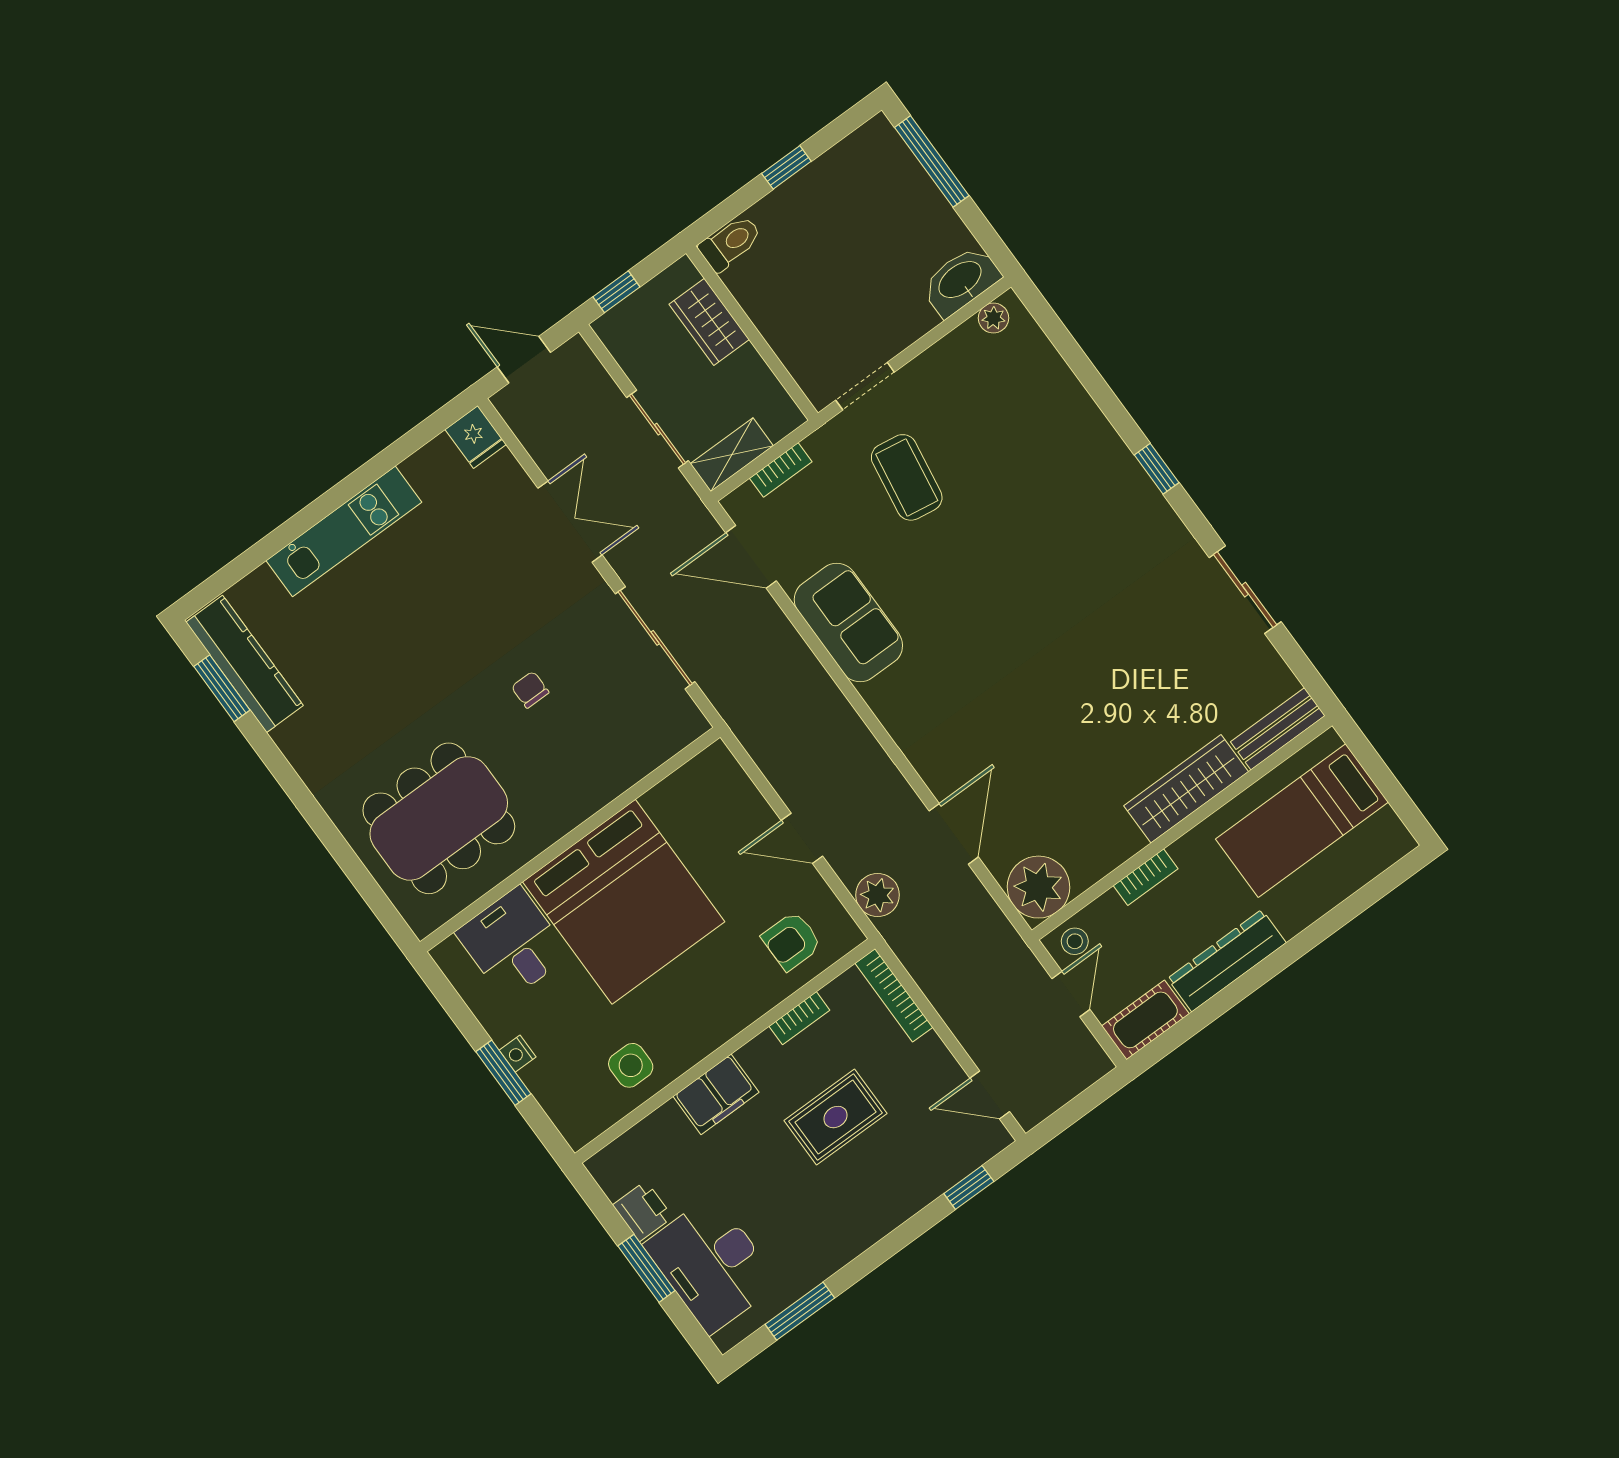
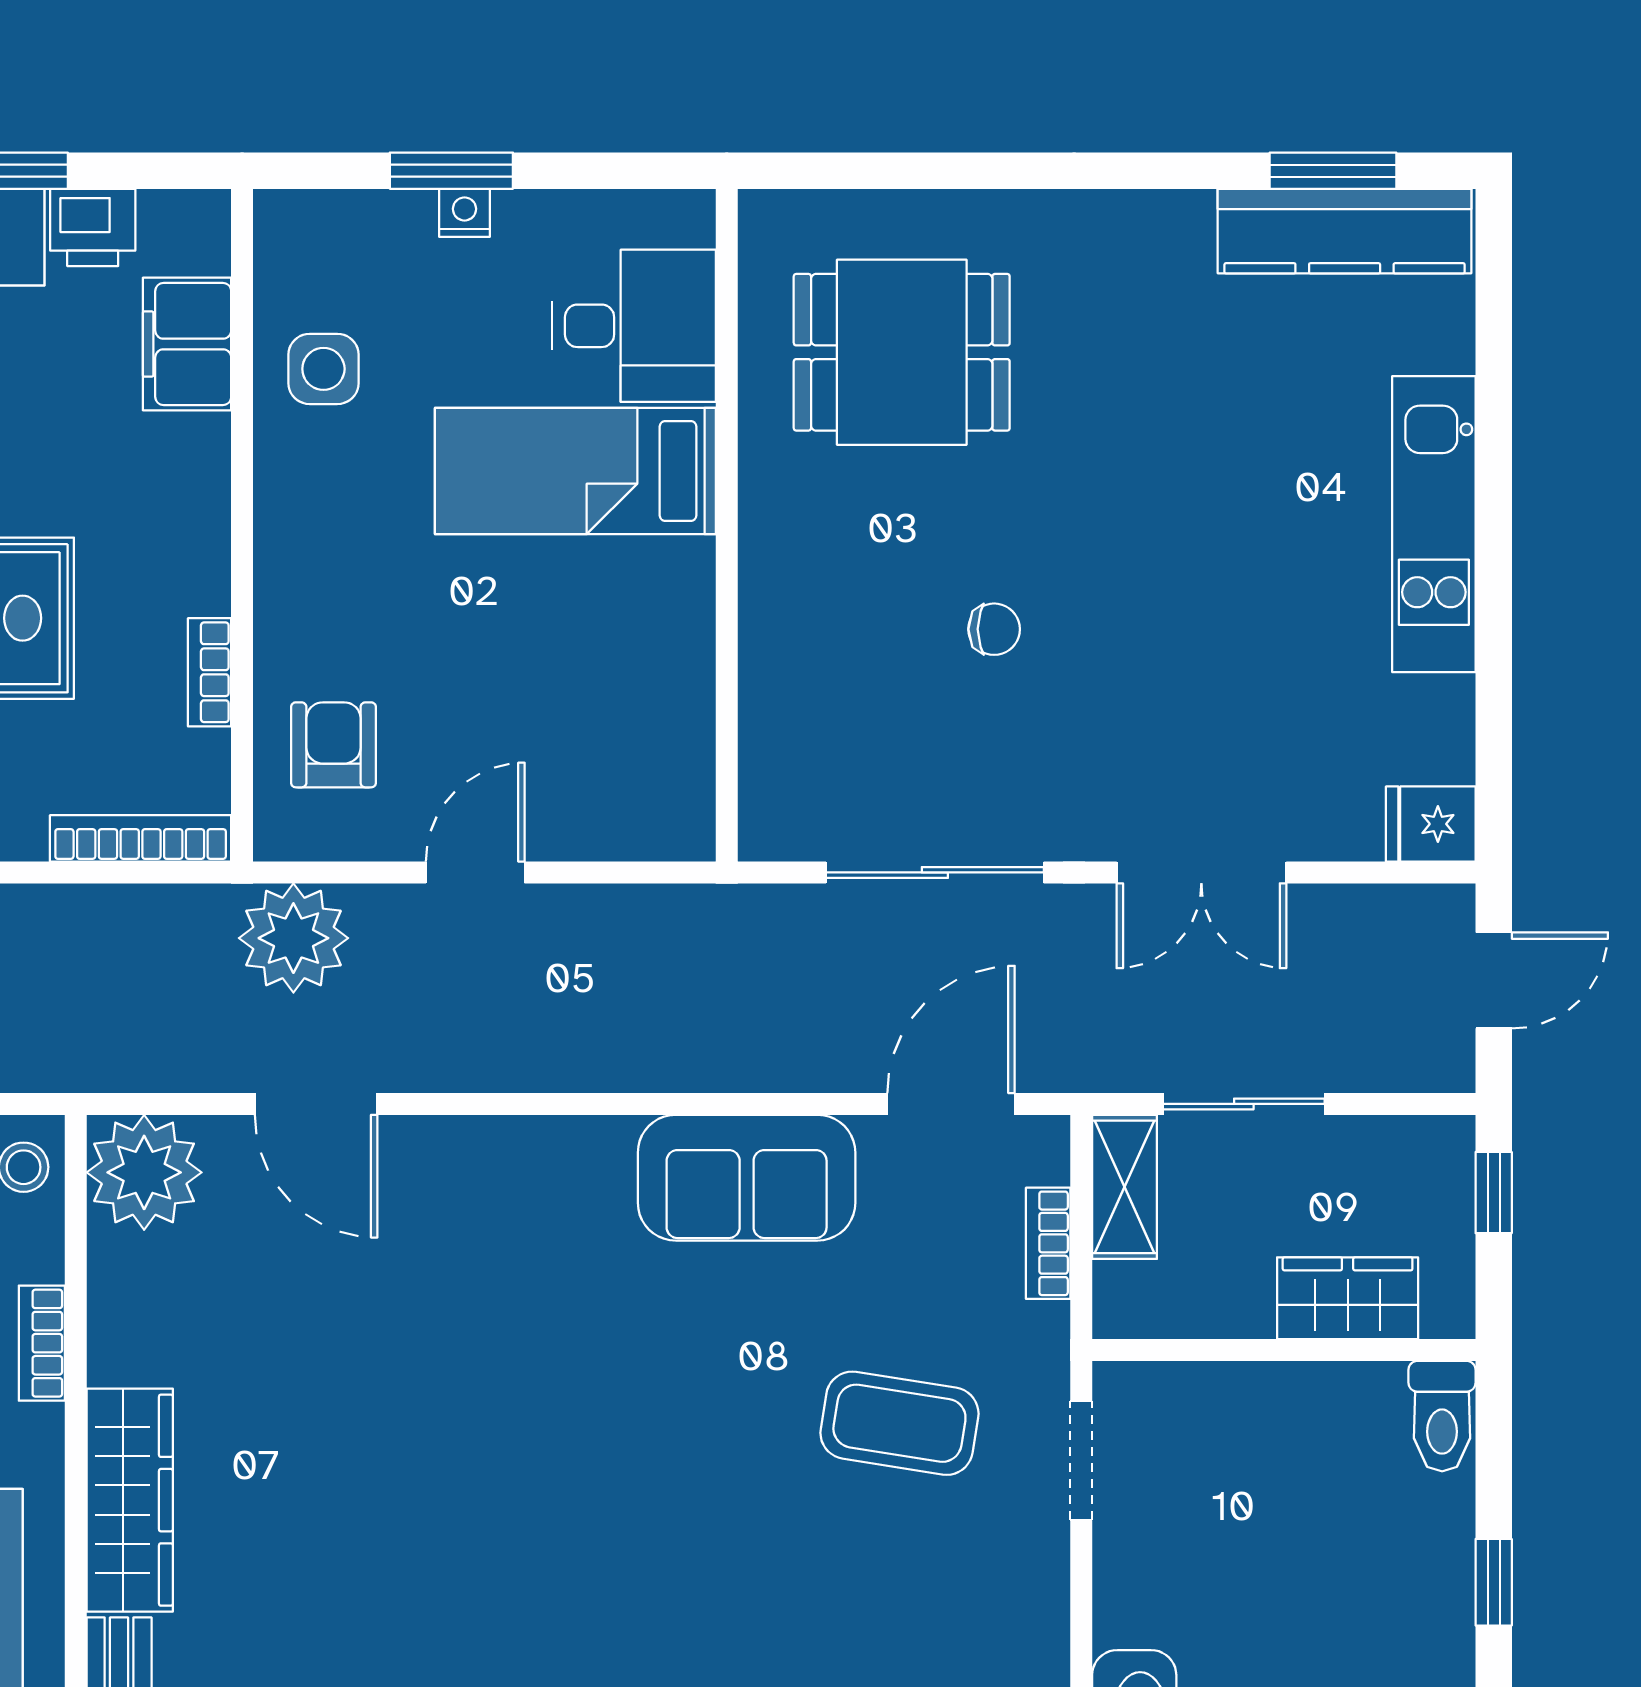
dining table: (439, 818) -> (902, 352), width x0.73
plant: (878, 895) -> (293, 938), width x1.36, depth x1.36
bed: (624, 902) -> (575, 471), width x0.49
filing cabinet: (716, 1094) -> (187, 344), moved

